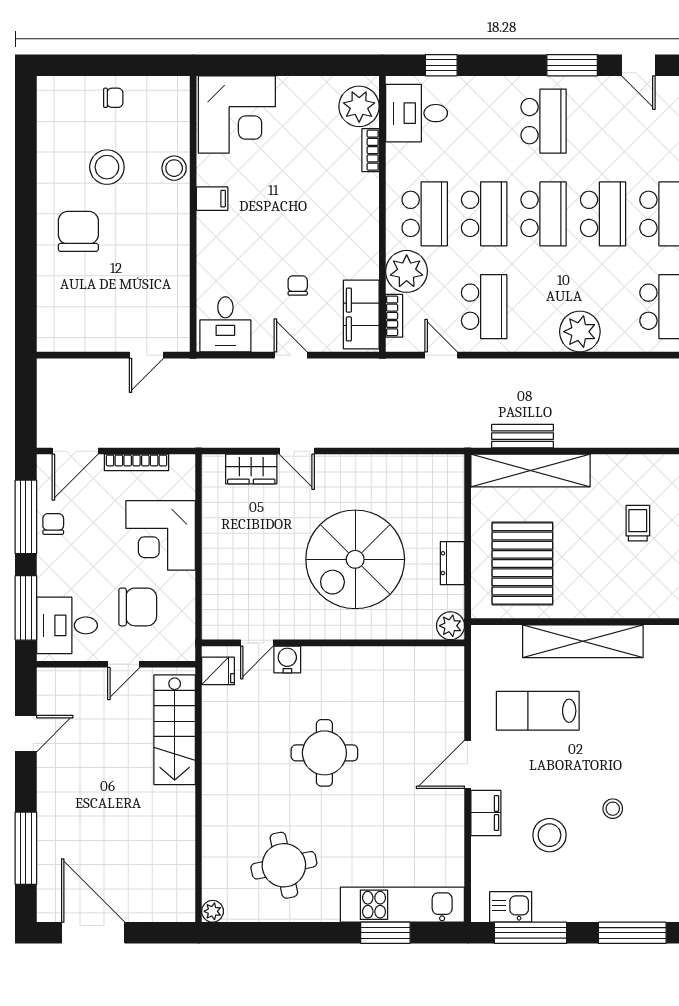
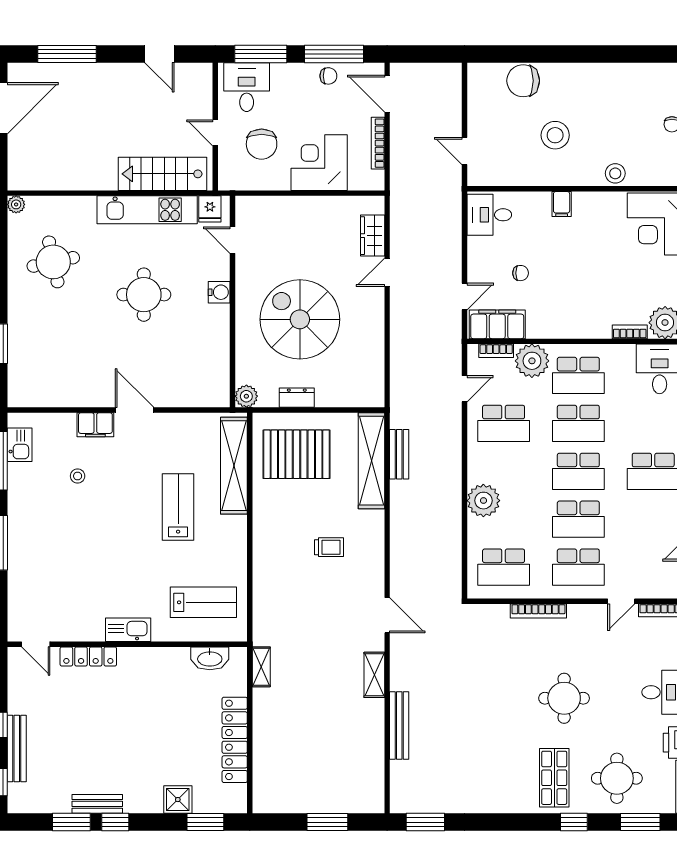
stool: (107, 167) -> (555, 135), moved
filing cabinet: (212, 199) -> (562, 204), moved
chair: (78, 231) -> (523, 81), moved, turned 180
door: (291, 355) -> (464, 297), moved
shelving: (583, 641) -> (234, 466), moved
water cooler: (287, 659) -> (219, 292), moved
lab bench: (538, 711) -> (178, 507), moved
stool: (613, 809) -> (99, 527), removed
stool: (549, 835) -> (78, 476), width x0.53, depth x0.53
kitchen unit: (402, 905) -> (147, 210), moved, turned 90

